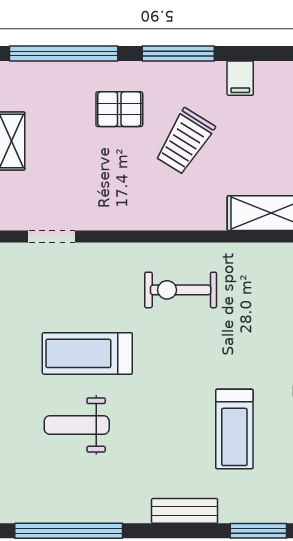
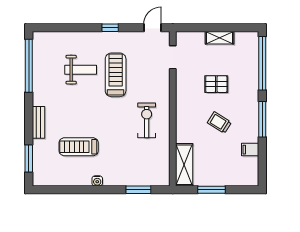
pallet: (119, 109) -> (216, 84), moved, turned 90
trolley: (185, 141) -> (219, 123), width x0.73, depth x0.72
weight bench: (77, 425) -> (81, 70), turned 90

